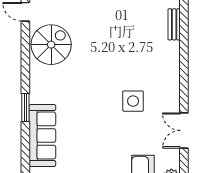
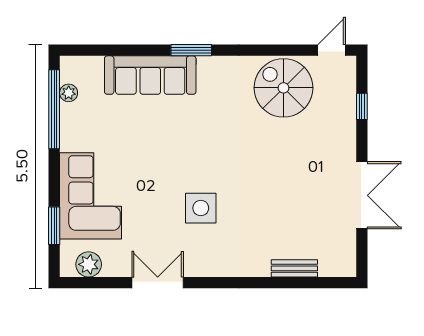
bench: (174, 24) -> (294, 268), moved
spiral stairs: (51, 45) -> (284, 88), turned 180

